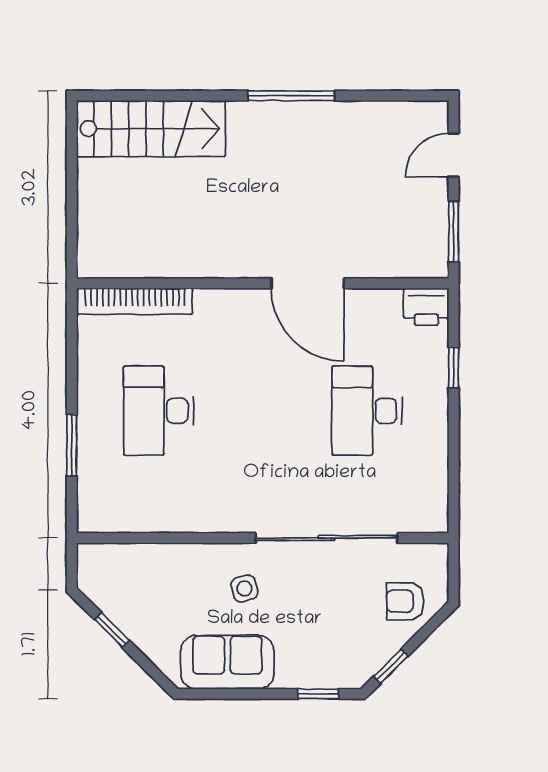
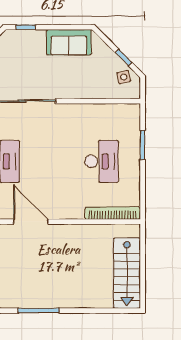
stairs: (151, 129) -> (127, 273), moved, turned -90
side table: (244, 588) -> (124, 77), moved

